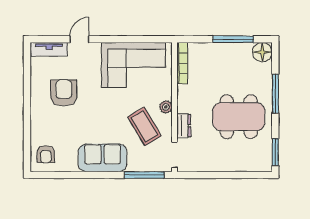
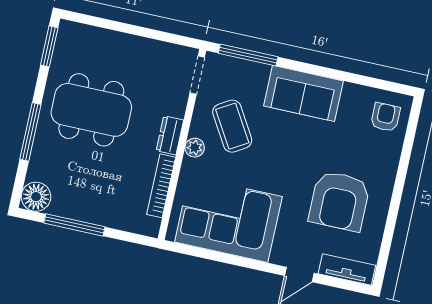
bookcase: (182, 63) -> (161, 186), moved
armchair: (64, 93) -> (339, 201), width x1.36, depth x1.36
dresser: (184, 126) -> (170, 135), moved

